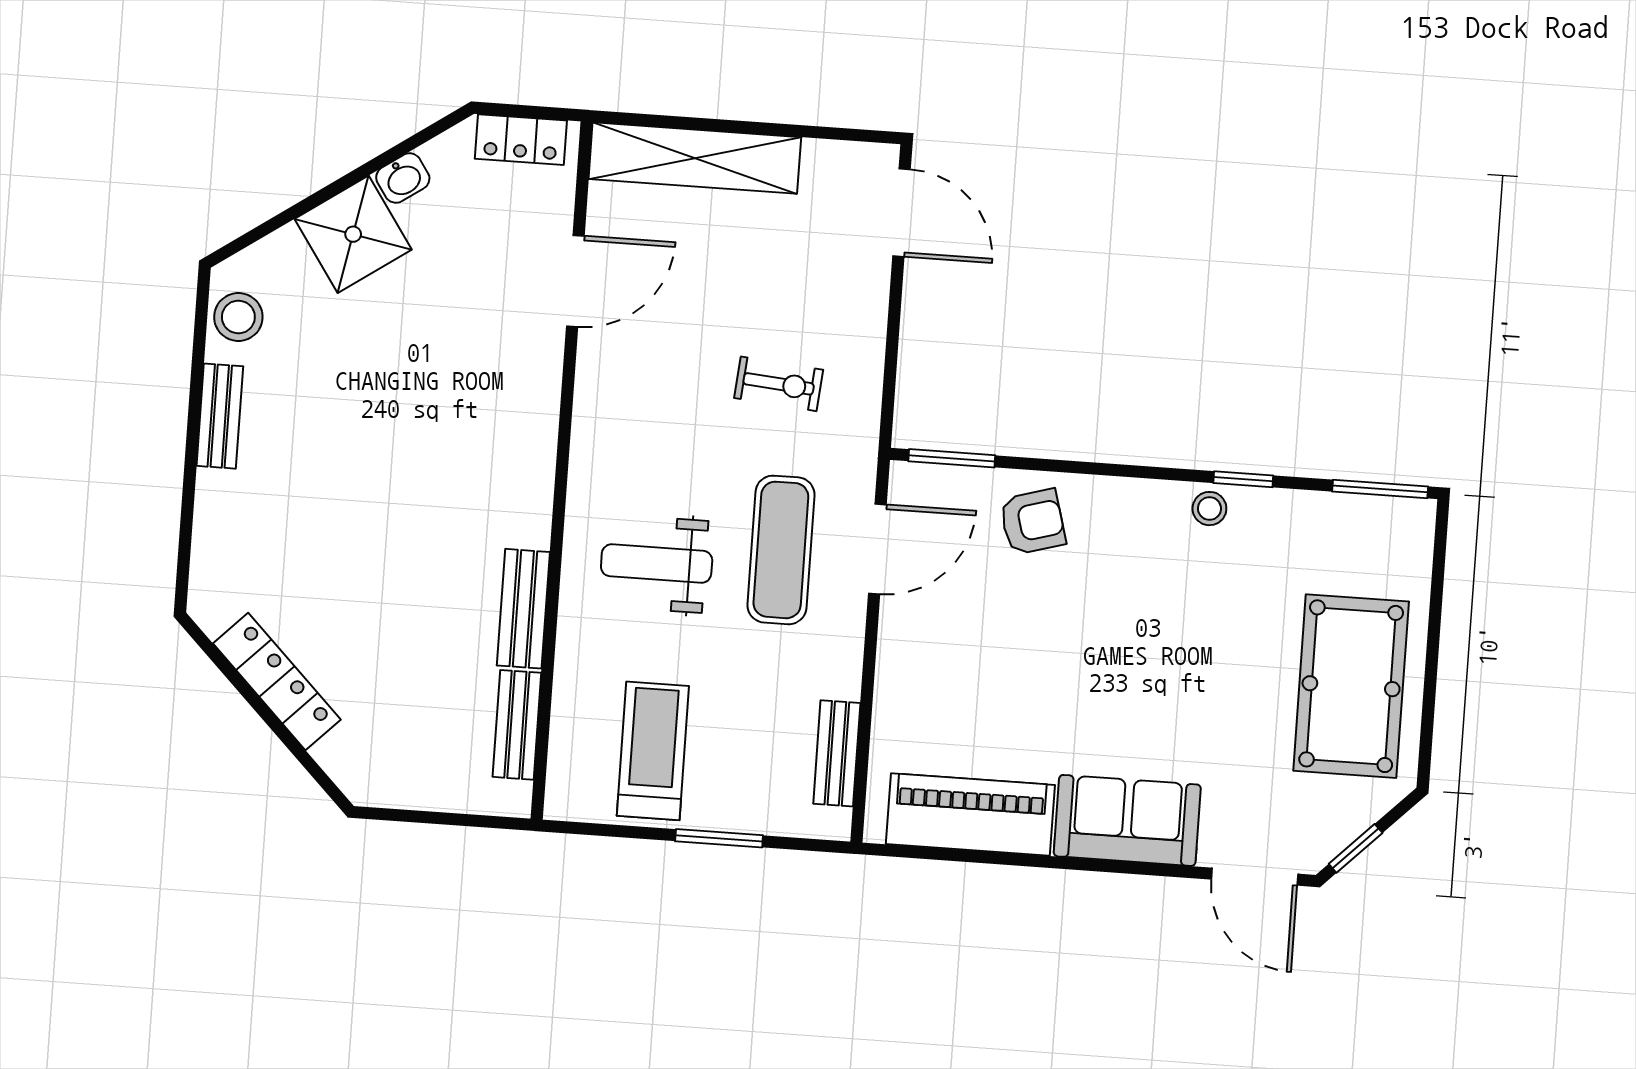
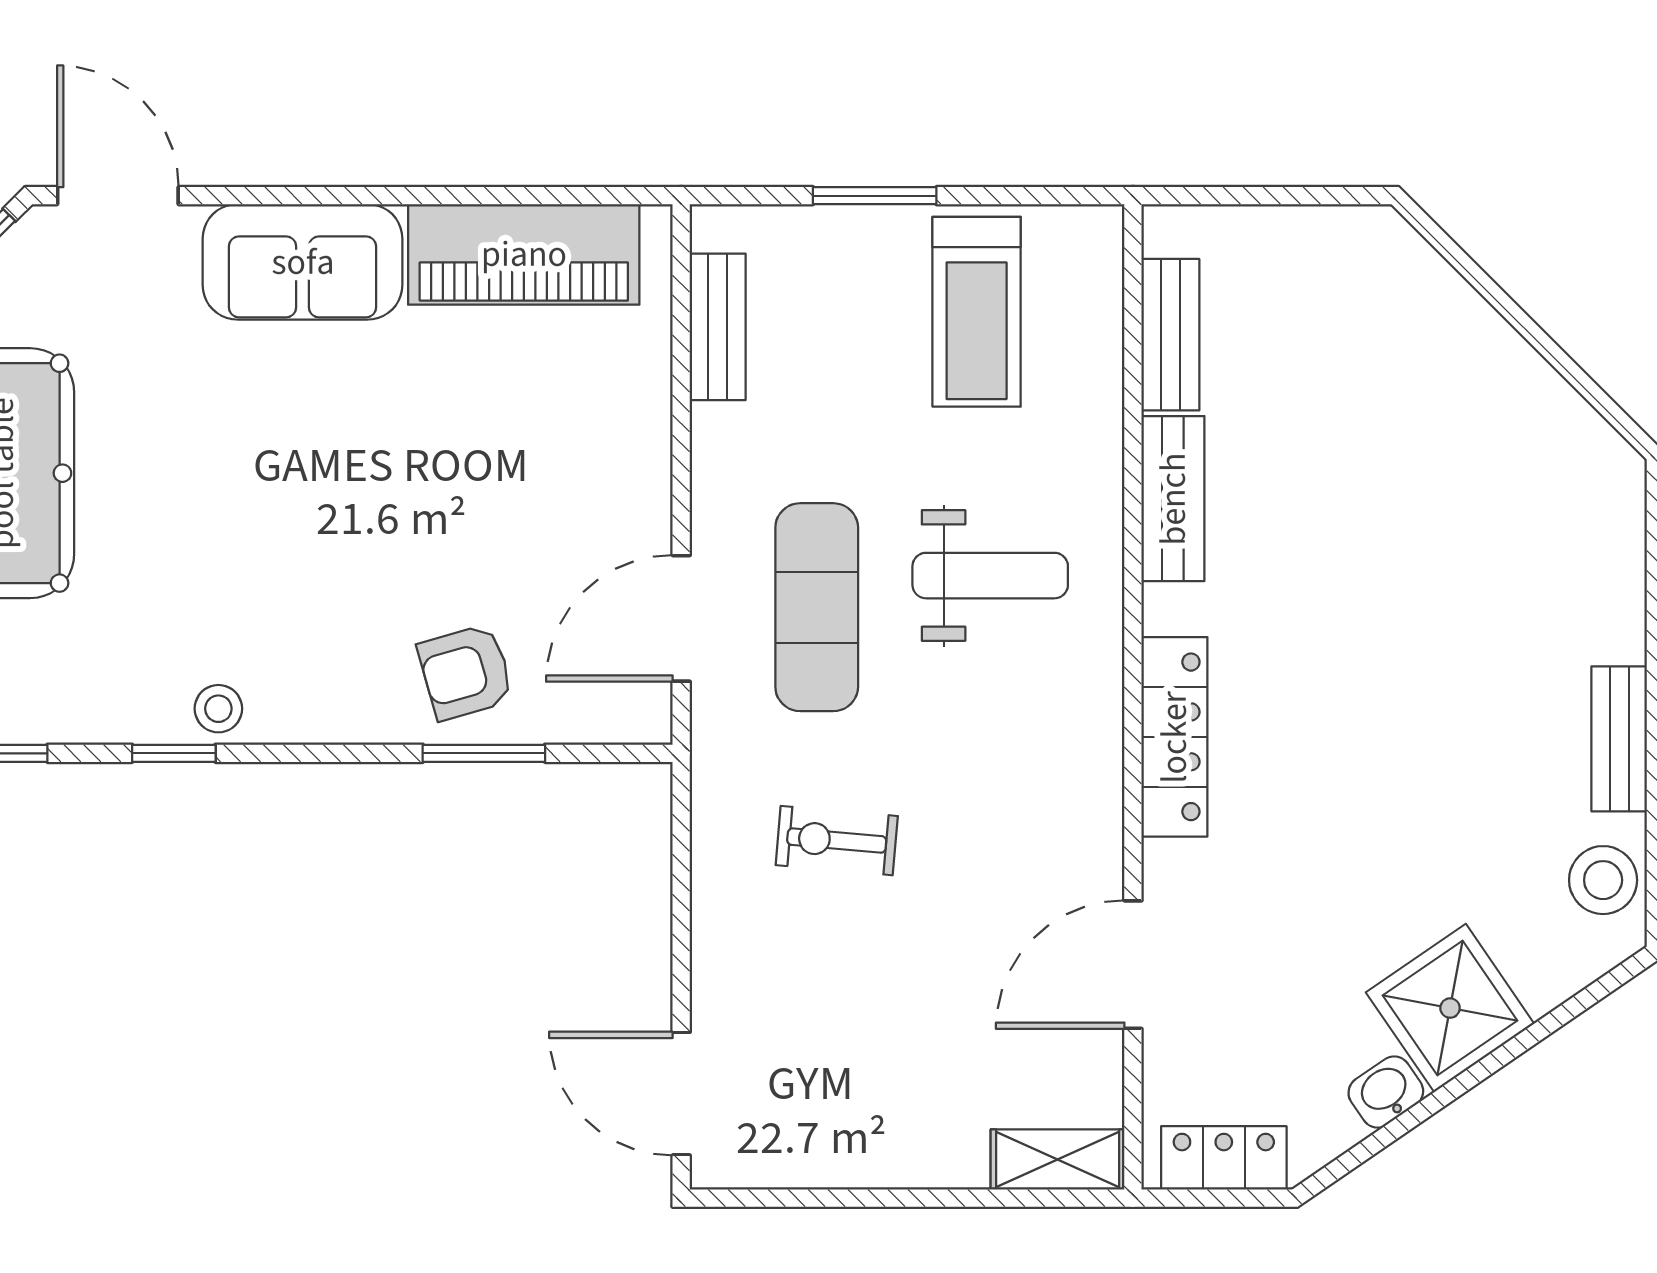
shelving: (695, 158) -> (1058, 1159), width x0.45, depth x0.75
window: (952, 458) -> (484, 753), moved
locker: (277, 682) -> (1174, 737), moved, turned -135

